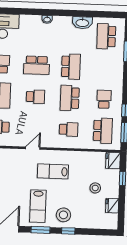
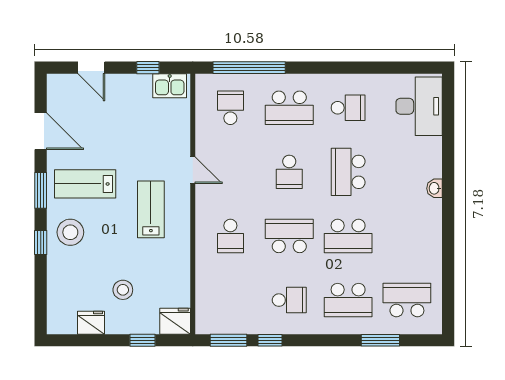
washbasin: (82, 23) -> (431, 254), removed
school desk: (103, 131) -> (348, 300), moved

